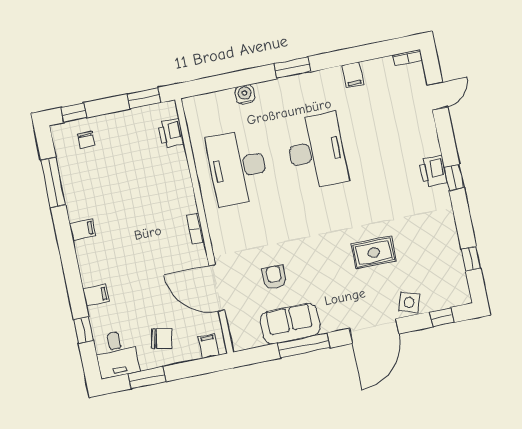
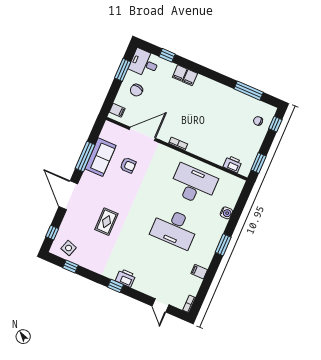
filing cabinet: (82, 229) -> (190, 78), moved
side table: (409, 302) -> (69, 248), moved

